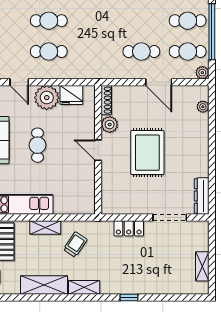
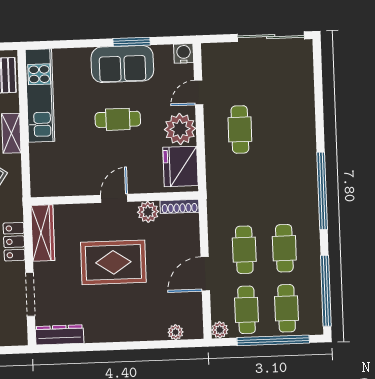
cafe table: (49, 21) -> (284, 248), moved
fridge: (71, 95) -> (180, 166), width x1.36, depth x1.34
wardrobe: (123, 206) -> (43, 233), added

